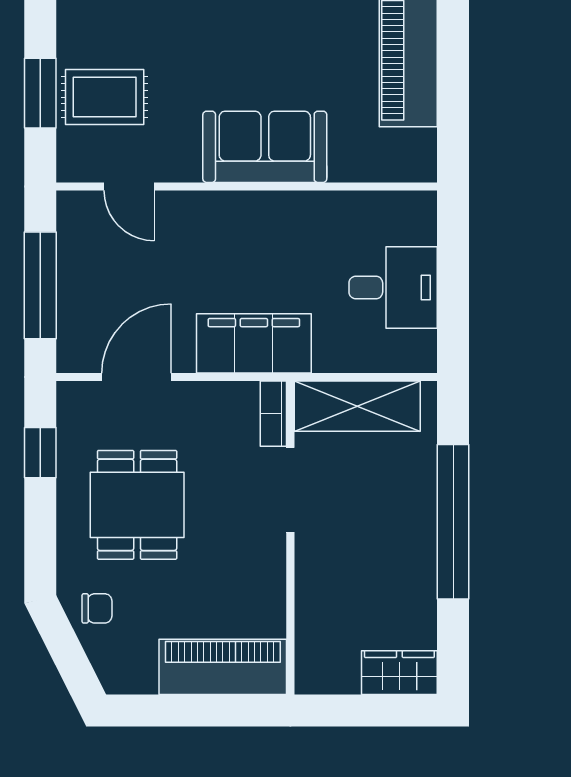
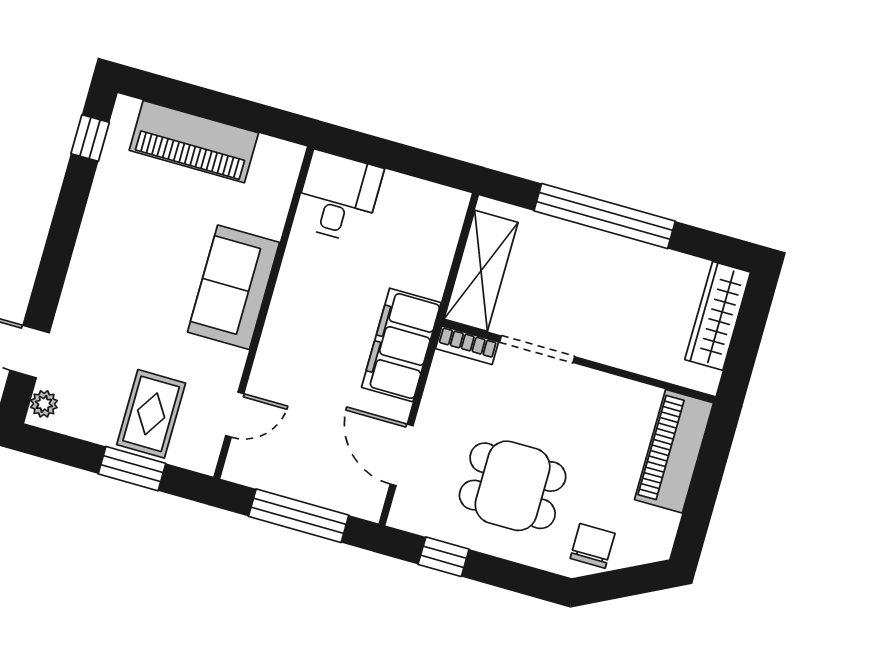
desk: (393, 287) -> (338, 197), moved
chair: (97, 608) -> (593, 546), width x1.37, depth x1.37
wardrobe: (399, 673) -> (718, 316), width x1.50

